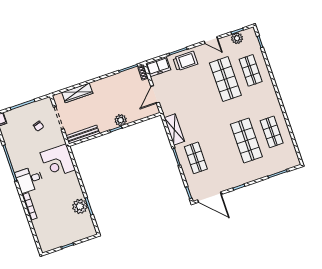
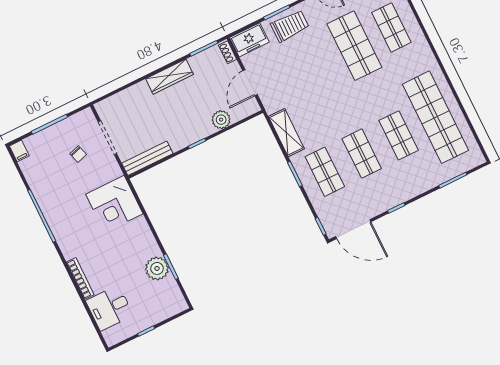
wardrobe: (77, 93) -> (170, 77), moved
plant: (121, 120) -> (221, 120), moved
shop shelf: (272, 132) -> (436, 117), width x2.00, depth x1.36
shop shelf: (246, 141) -> (399, 135), width x0.70, depth x0.74
shop shelf: (221, 149) -> (362, 154), added
desk: (29, 179) -> (109, 308), moved

